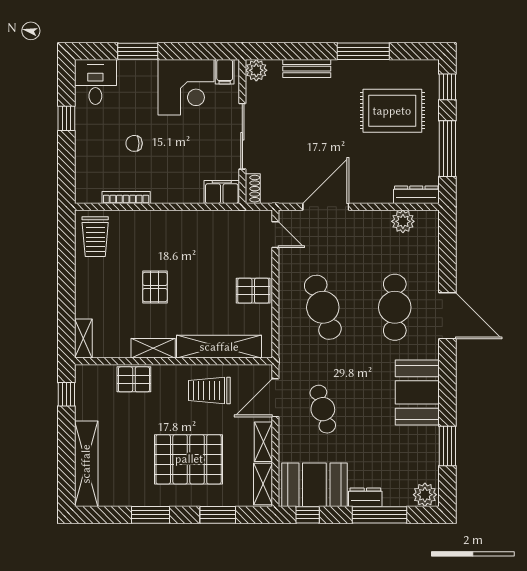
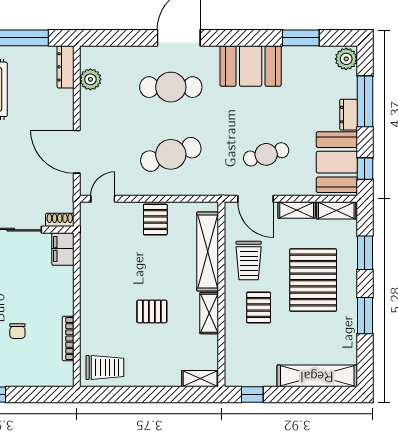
pallet: (134, 379) -> (259, 307), moved

